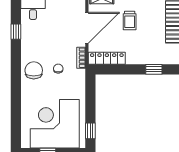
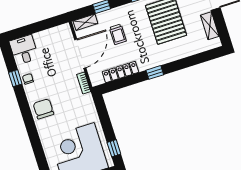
locker: (107, 58) -> (120, 72), moved
chair: (58, 69) -> (28, 79), moved

